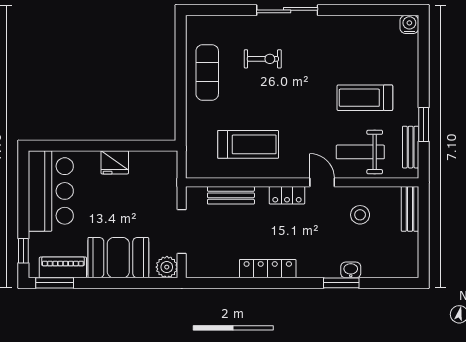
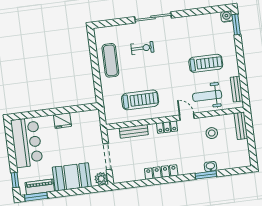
treadmill: (365, 98) -> (206, 63), turned 180
window: (424, 125) -> (236, 25), moved

